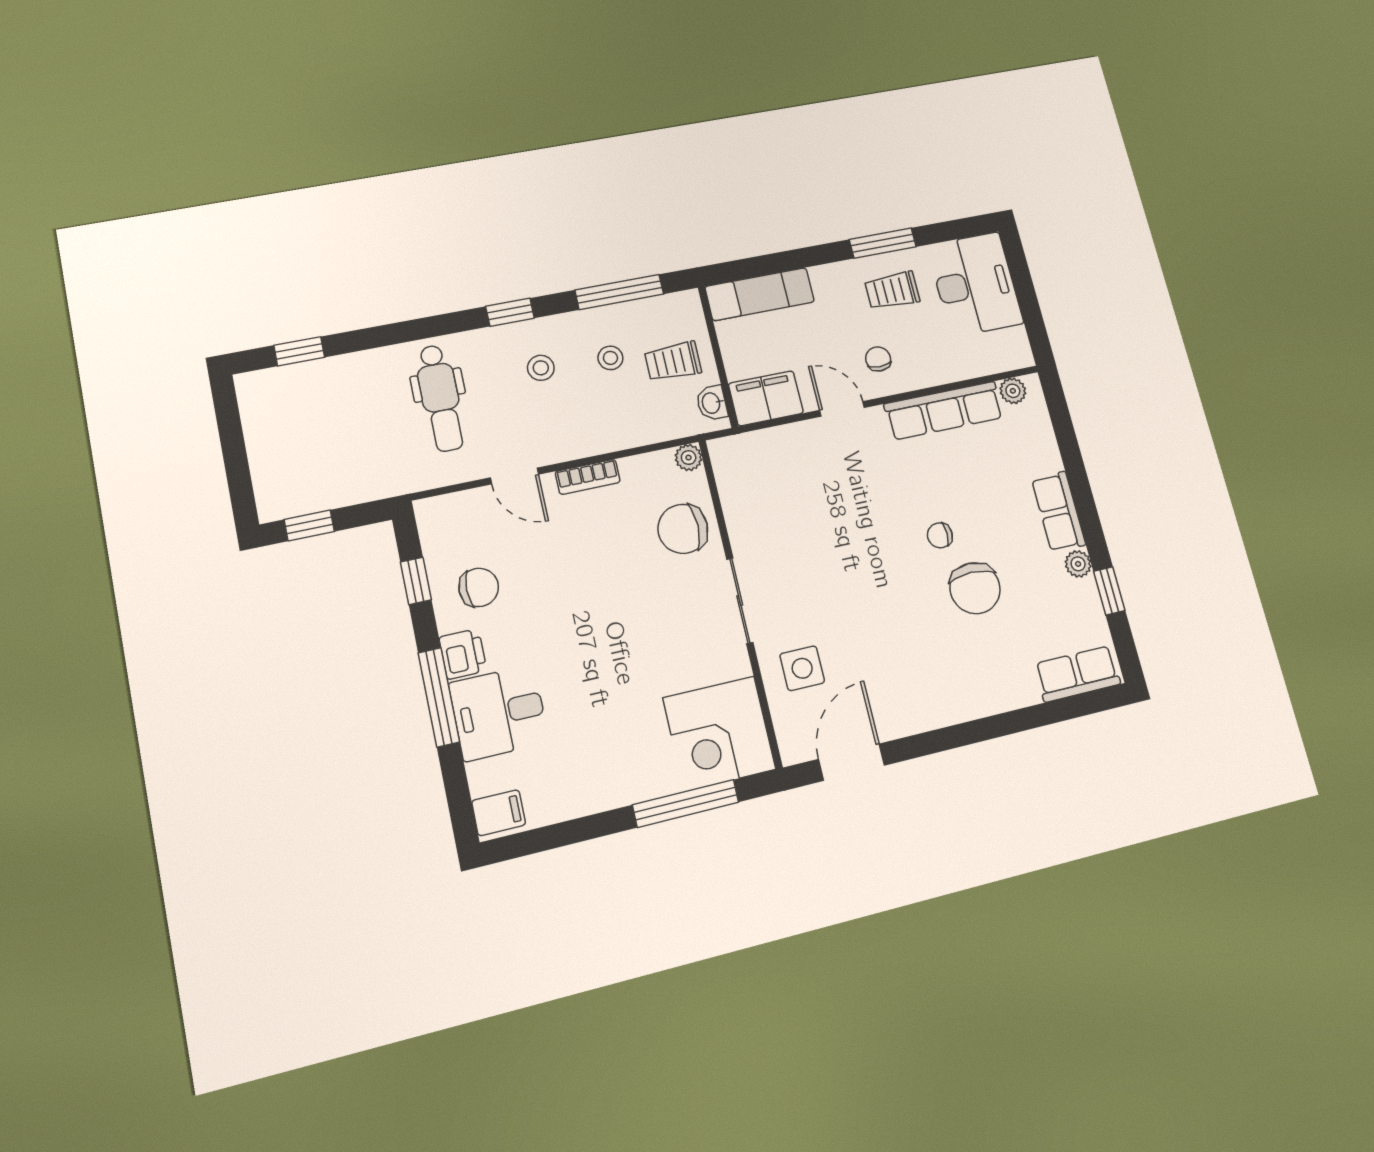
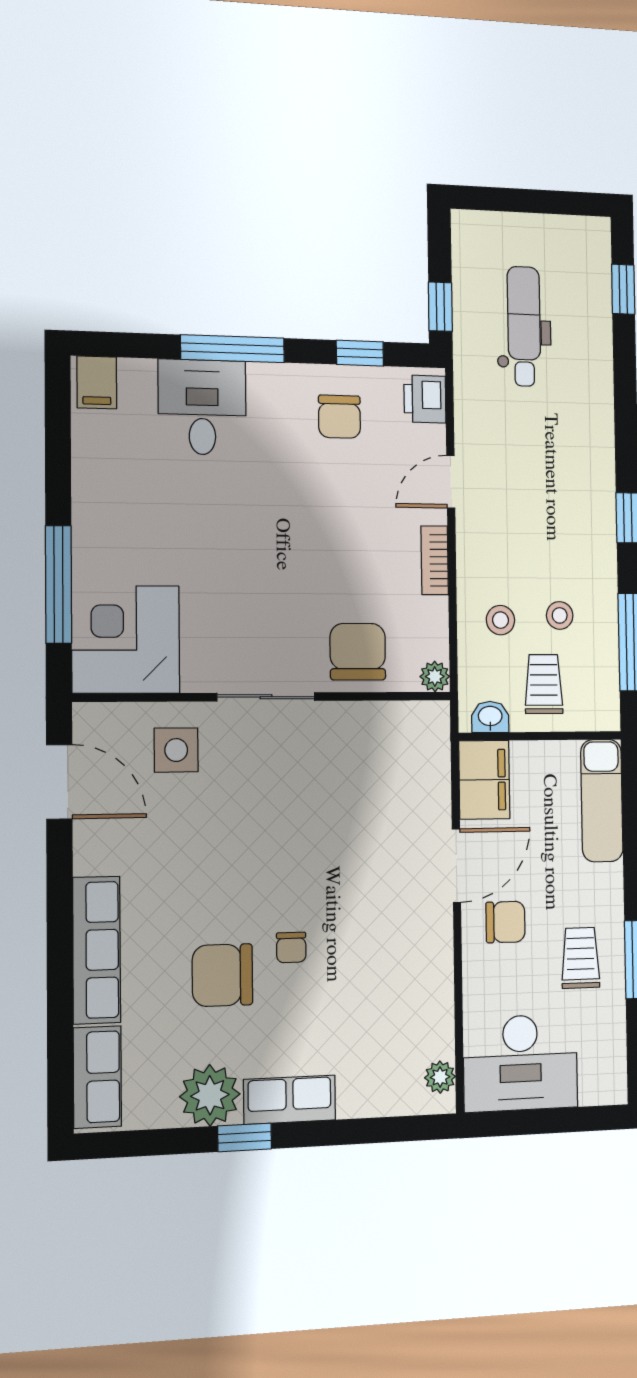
desk: (975, 284) -> (521, 1063), moved
chair: (878, 359) -> (505, 922), width x1.37, depth x1.37
stool: (541, 368) -> (500, 620), moved
dental chair: (440, 398) -> (524, 326), moved, turned 90
door: (842, 409) -> (456, 866), width x1.38
row of seats: (944, 411) -> (97, 950), moved, turned 180
window: (309, 526) -> (440, 307), moved
chair: (940, 535) -> (291, 947), turned 180
plant: (1078, 564) -> (210, 1095), width x1.87, depth x1.87
window: (1109, 591) -> (245, 1137), moved
printer: (463, 654) -> (425, 399), moved, turned 90

